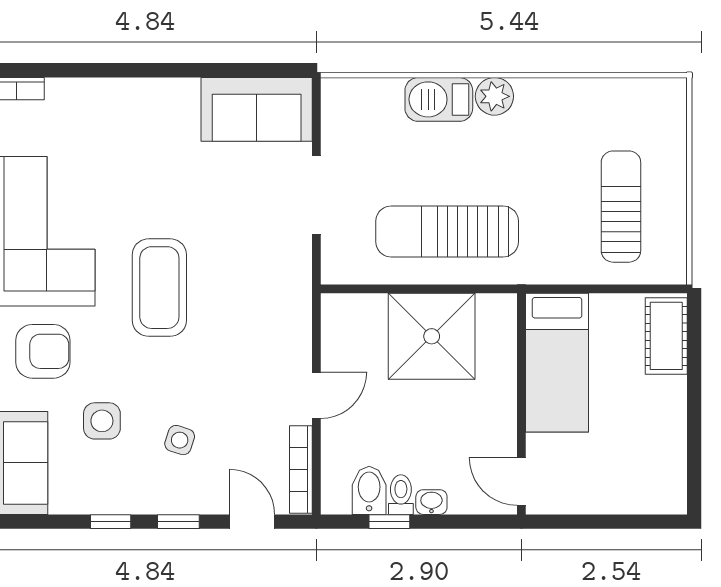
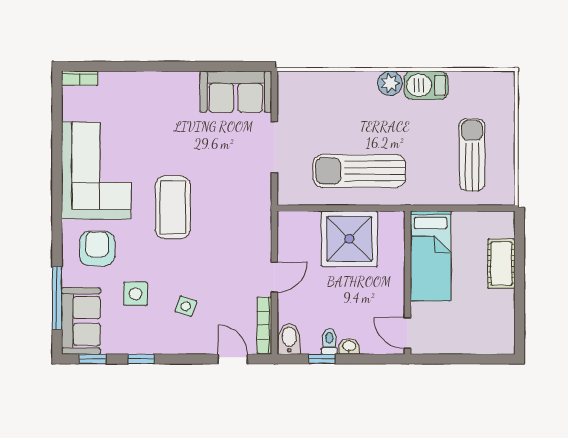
barbecue: (439, 99) -> (426, 85), moved
cot: (666, 336) -> (501, 264), moved
armchair: (43, 351) -> (97, 249), turned -90
bidet: (369, 490) -> (289, 339), moved
window: (178, 522) -> (92, 359), moved

